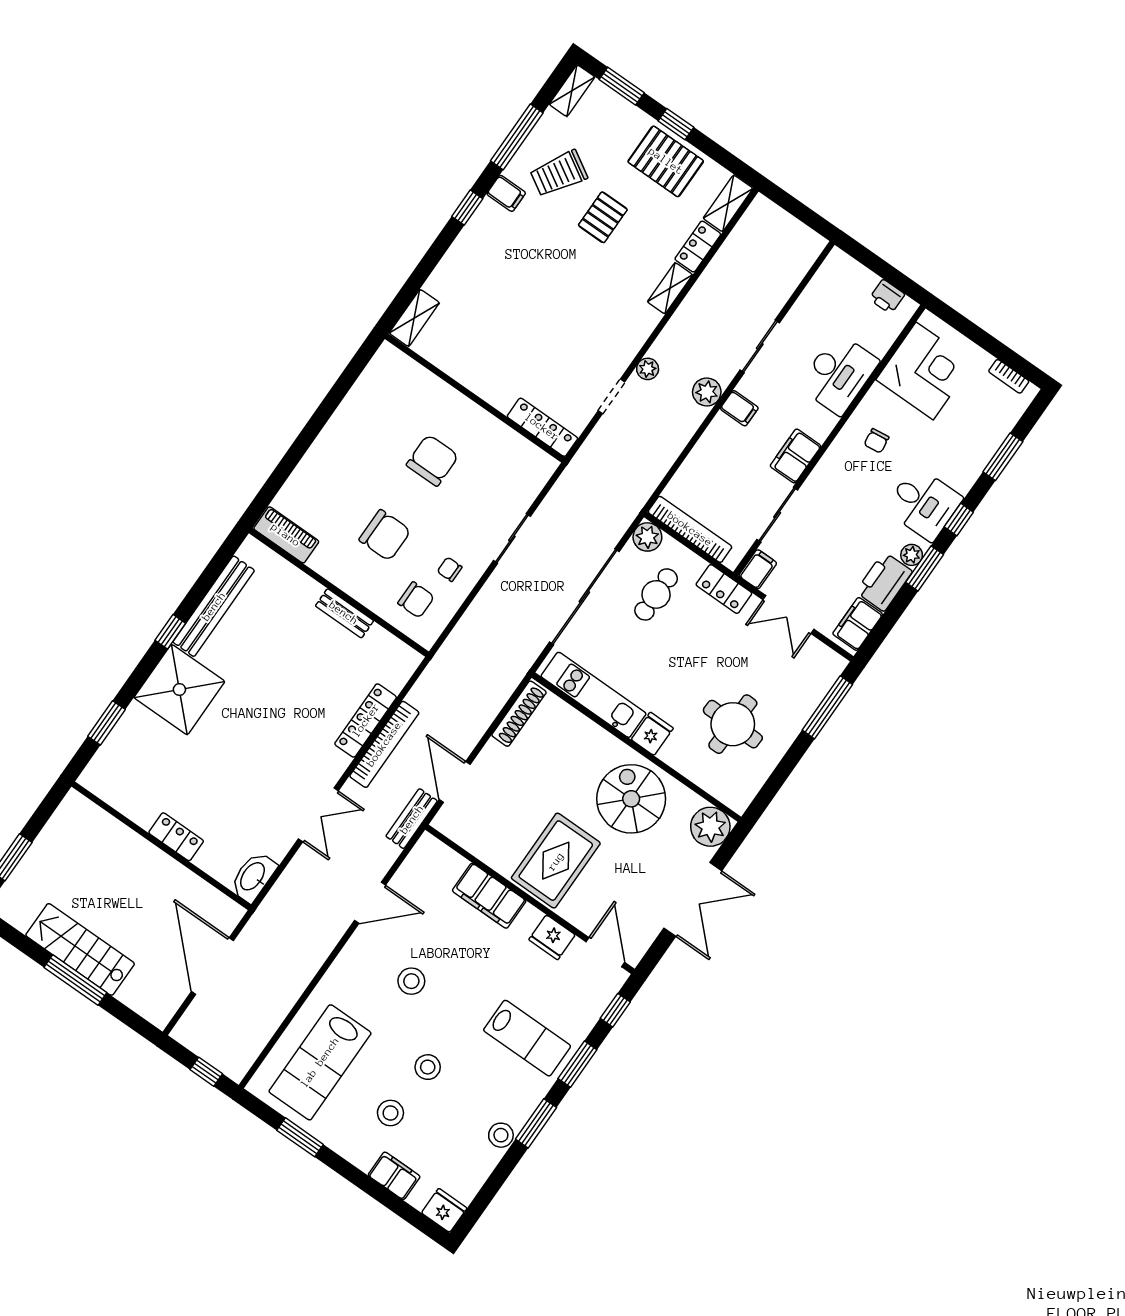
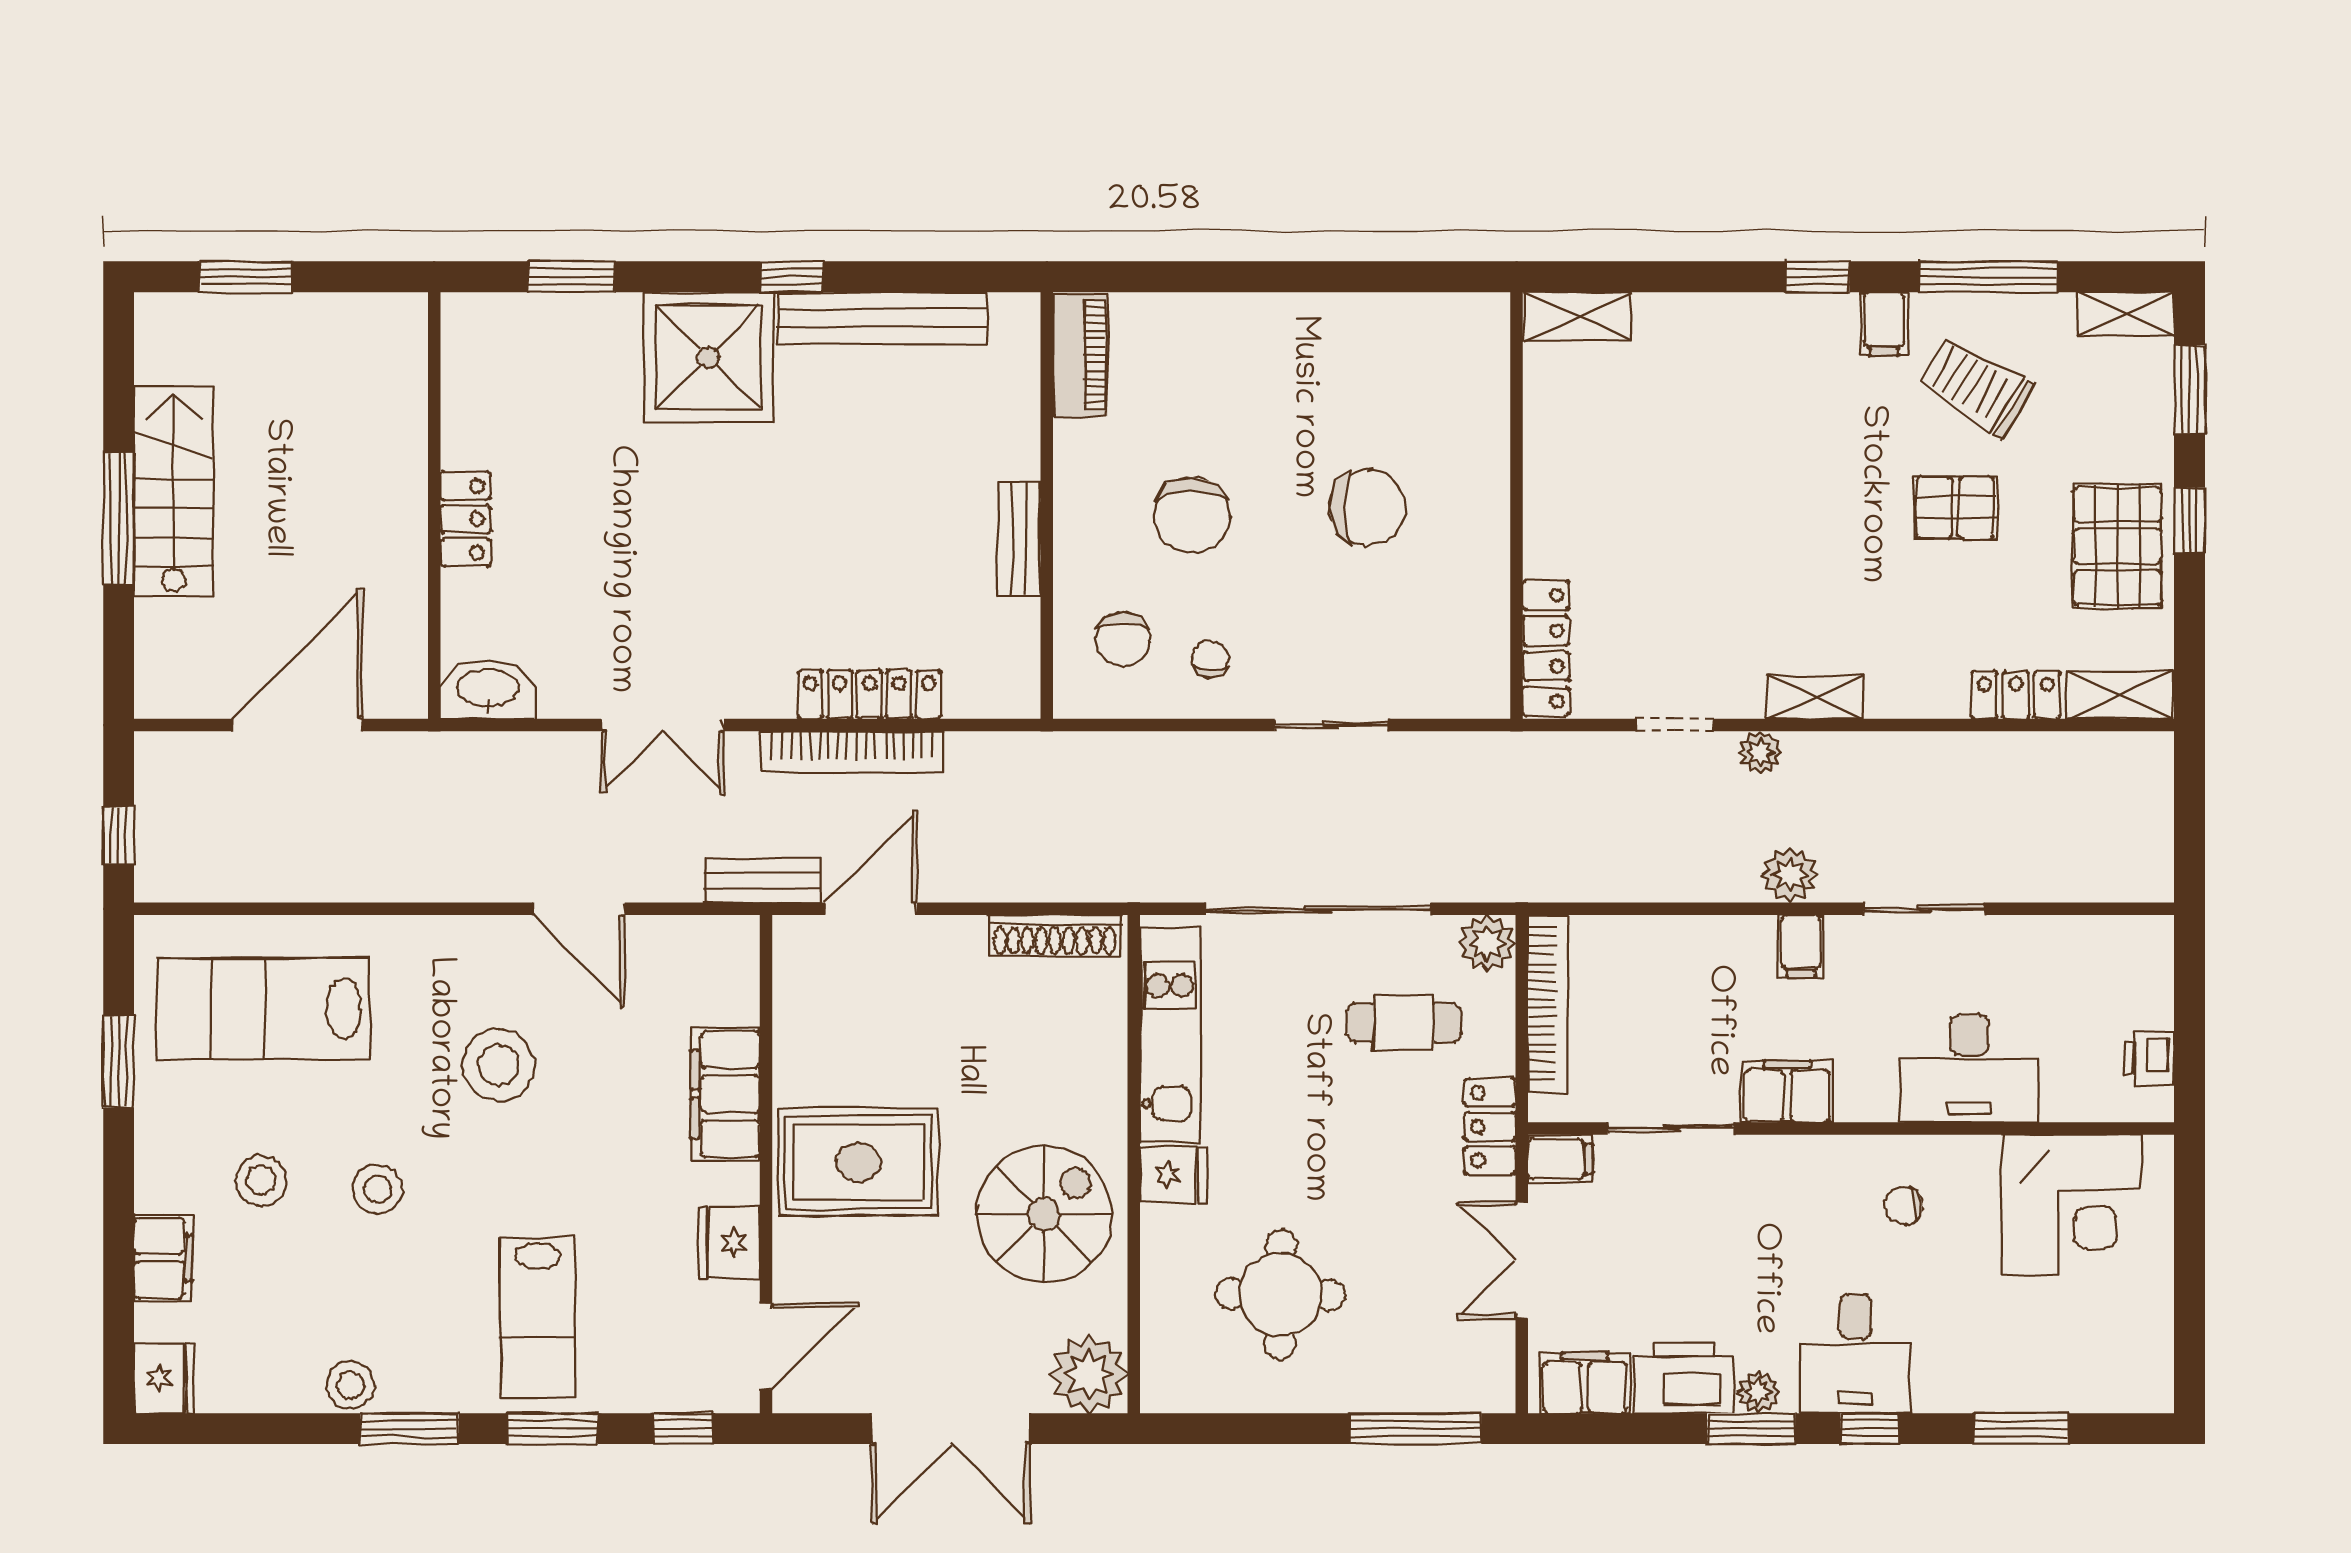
shelving: (670, 288) -> (1815, 697), moved
bookcase: (1009, 376) -> (2159, 1347), removed
stool: (411, 981) -> (499, 1065), width x1.38, depth x1.38

